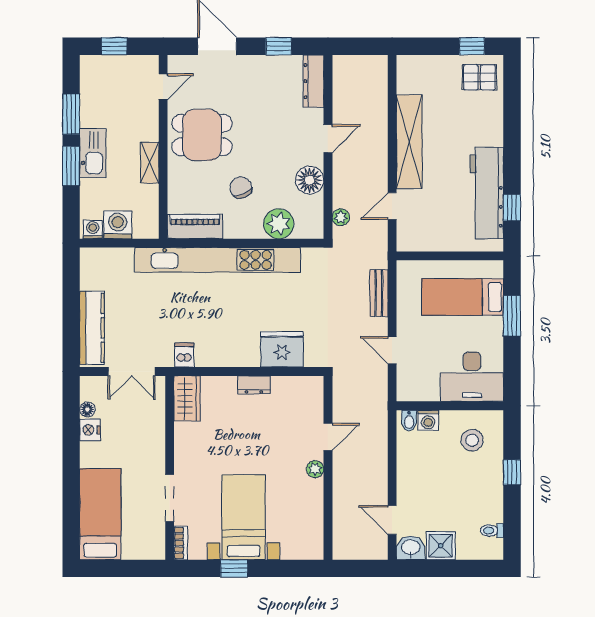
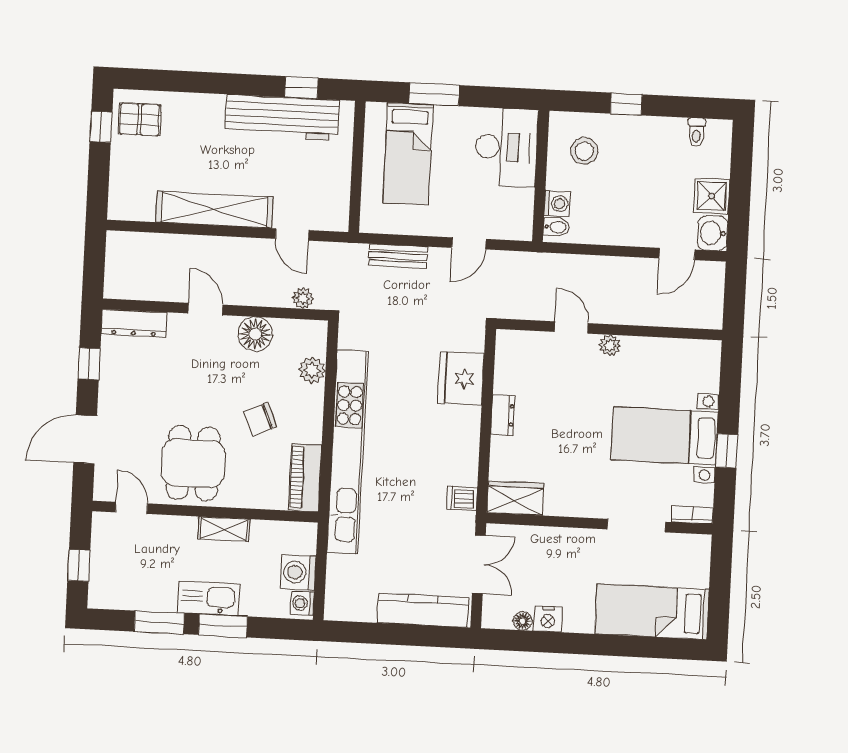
pallet: (479, 77) -> (140, 119), turned 90
plant: (279, 224) -> (312, 370), width x0.73, depth x0.73

